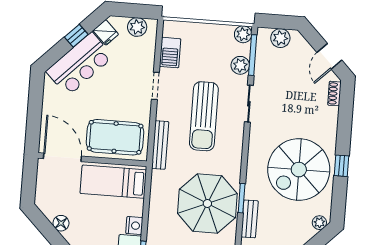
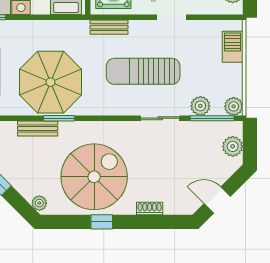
barbecue: (170, 53) -> (233, 47), moved, turned 90
shoe rack: (334, 94) -> (150, 209), moved
bench: (160, 145) -> (109, 27), width x0.73
spiral stairs: (299, 170) -> (94, 177), turned 90

